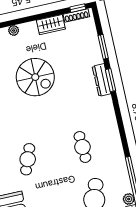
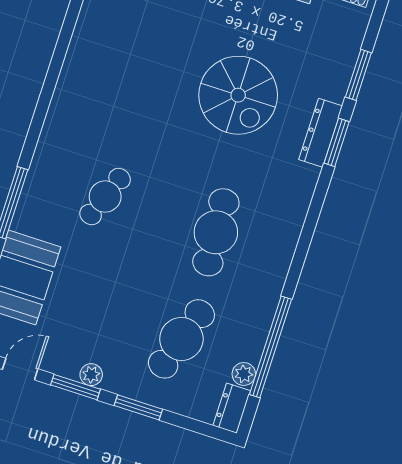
spiral stairs: (35, 77) -> (238, 95), moved
cafe table: (82, 147) -> (216, 232), width x1.37, depth x1.35

